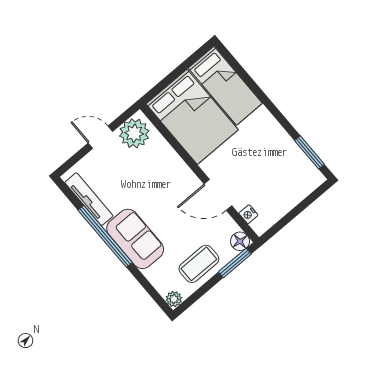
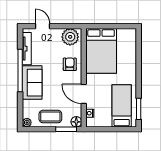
bed: (225, 86) -> (122, 106), moved, turned 180
door: (100, 137) -> (42, 26), moved
armchair: (165, 171) -> (70, 64), added

